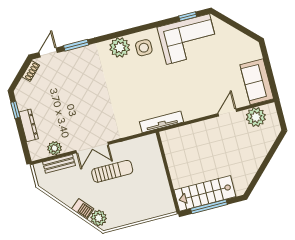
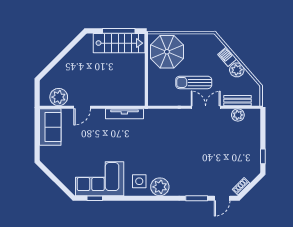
tv unit: (161, 122) -> (124, 114), moved
dresser: (29, 125) -> (255, 140), removed
parasol: (150, 197) -> (167, 52), added
plant: (99, 218) -> (237, 70), moved

